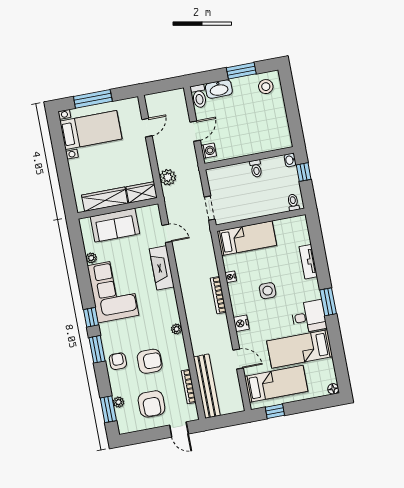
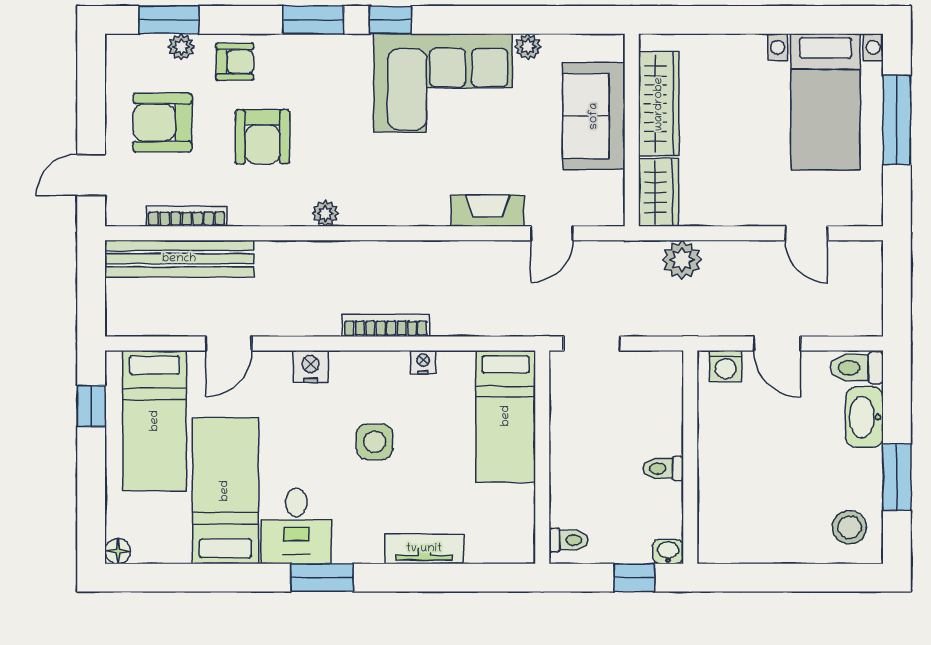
fireplace: (162, 268) -> (488, 211), width x0.73, depth x0.76
armchair: (118, 361) -> (235, 62), moved

